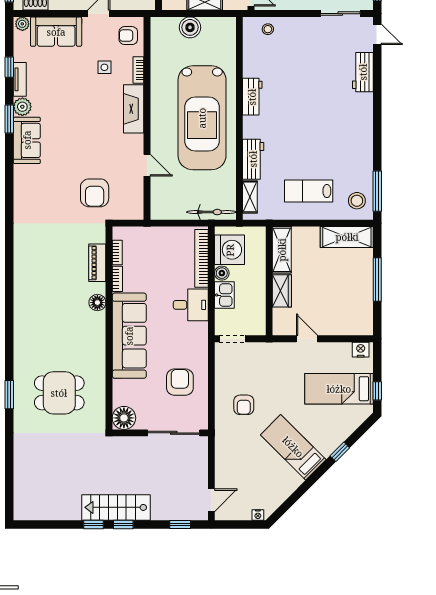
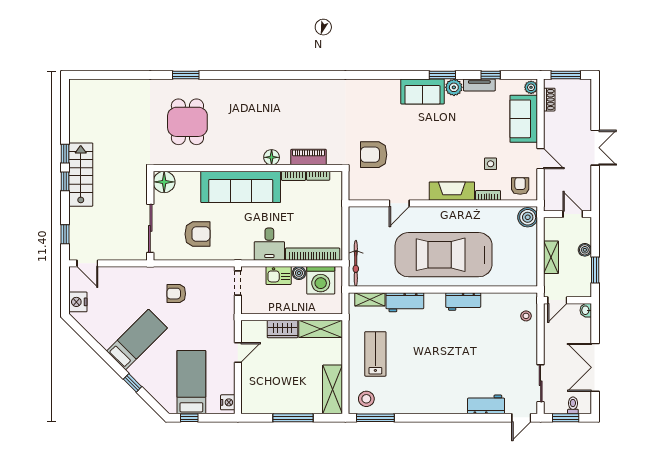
boiler: (190, 27) -> (528, 217), moved
nightstand: (258, 515) -> (78, 302), width x1.89, depth x1.79

